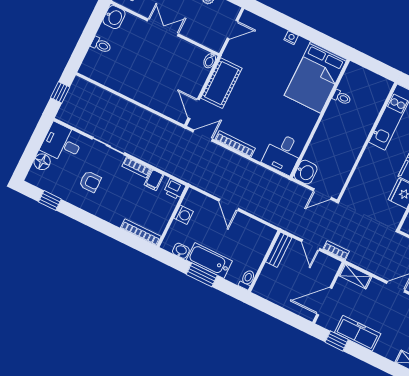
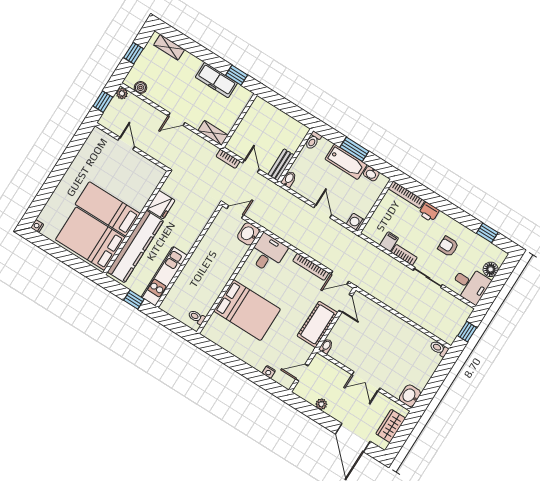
nightstand: (291, 38) -> (269, 372), moved
toilet: (101, 45) -> (439, 348), moved
bed: (316, 77) -> (247, 310), moved, turned 90
toilet: (342, 97) -> (197, 317), moved
printer: (175, 189) -> (429, 212), moved, turned 180
washing machine: (184, 215) -> (355, 222), moved
bidet: (269, 235) -> (289, 179), added
door: (324, 301) -> (244, 113), removed

